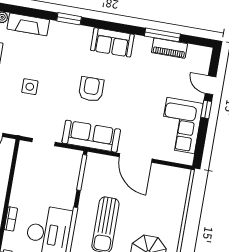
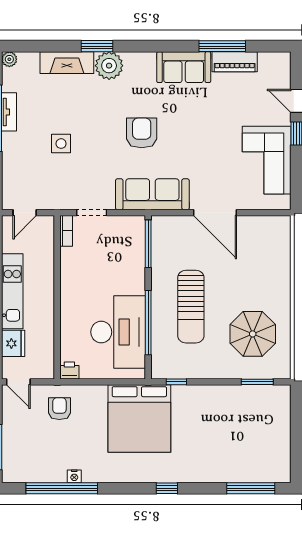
fireplace: (28, 24) -> (67, 63), moved
plant: (76, 35) -> (109, 66), added
sofa: (112, 42) -> (184, 67), moved
bookcase: (11, 219) -> (66, 231), moved

